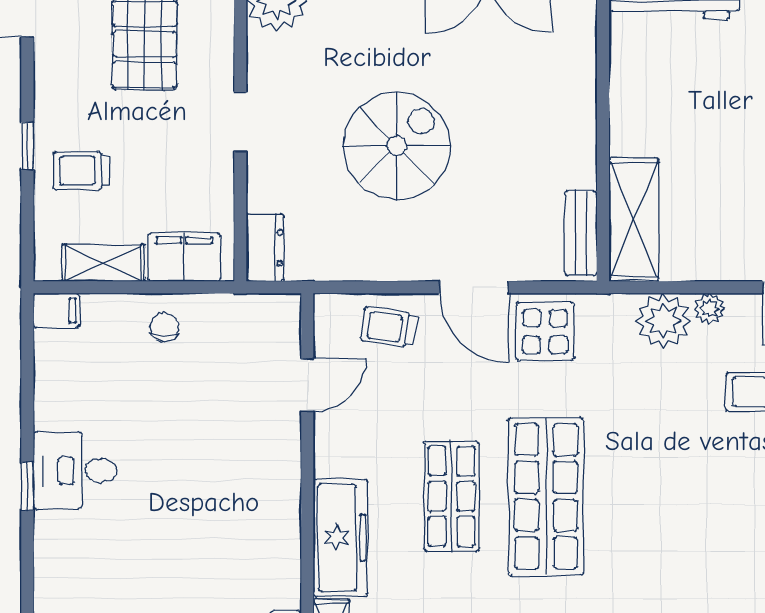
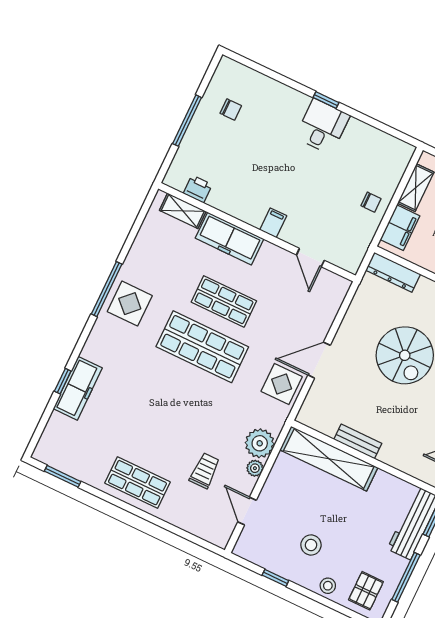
shelving: (634, 220) -> (329, 459), width x1.47
bench: (581, 233) -> (358, 441), moved
dresser: (265, 248) -> (393, 272), width x1.44
filing cabinet: (56, 311) -> (273, 223), moved, turned 180
trolley: (389, 327) -> (320, 310), removed

